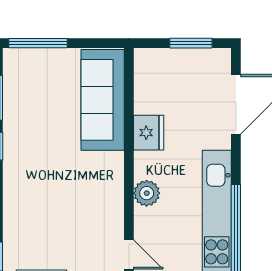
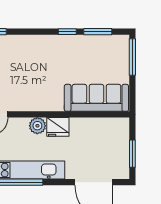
fridge: (149, 133) -> (58, 127), moved

